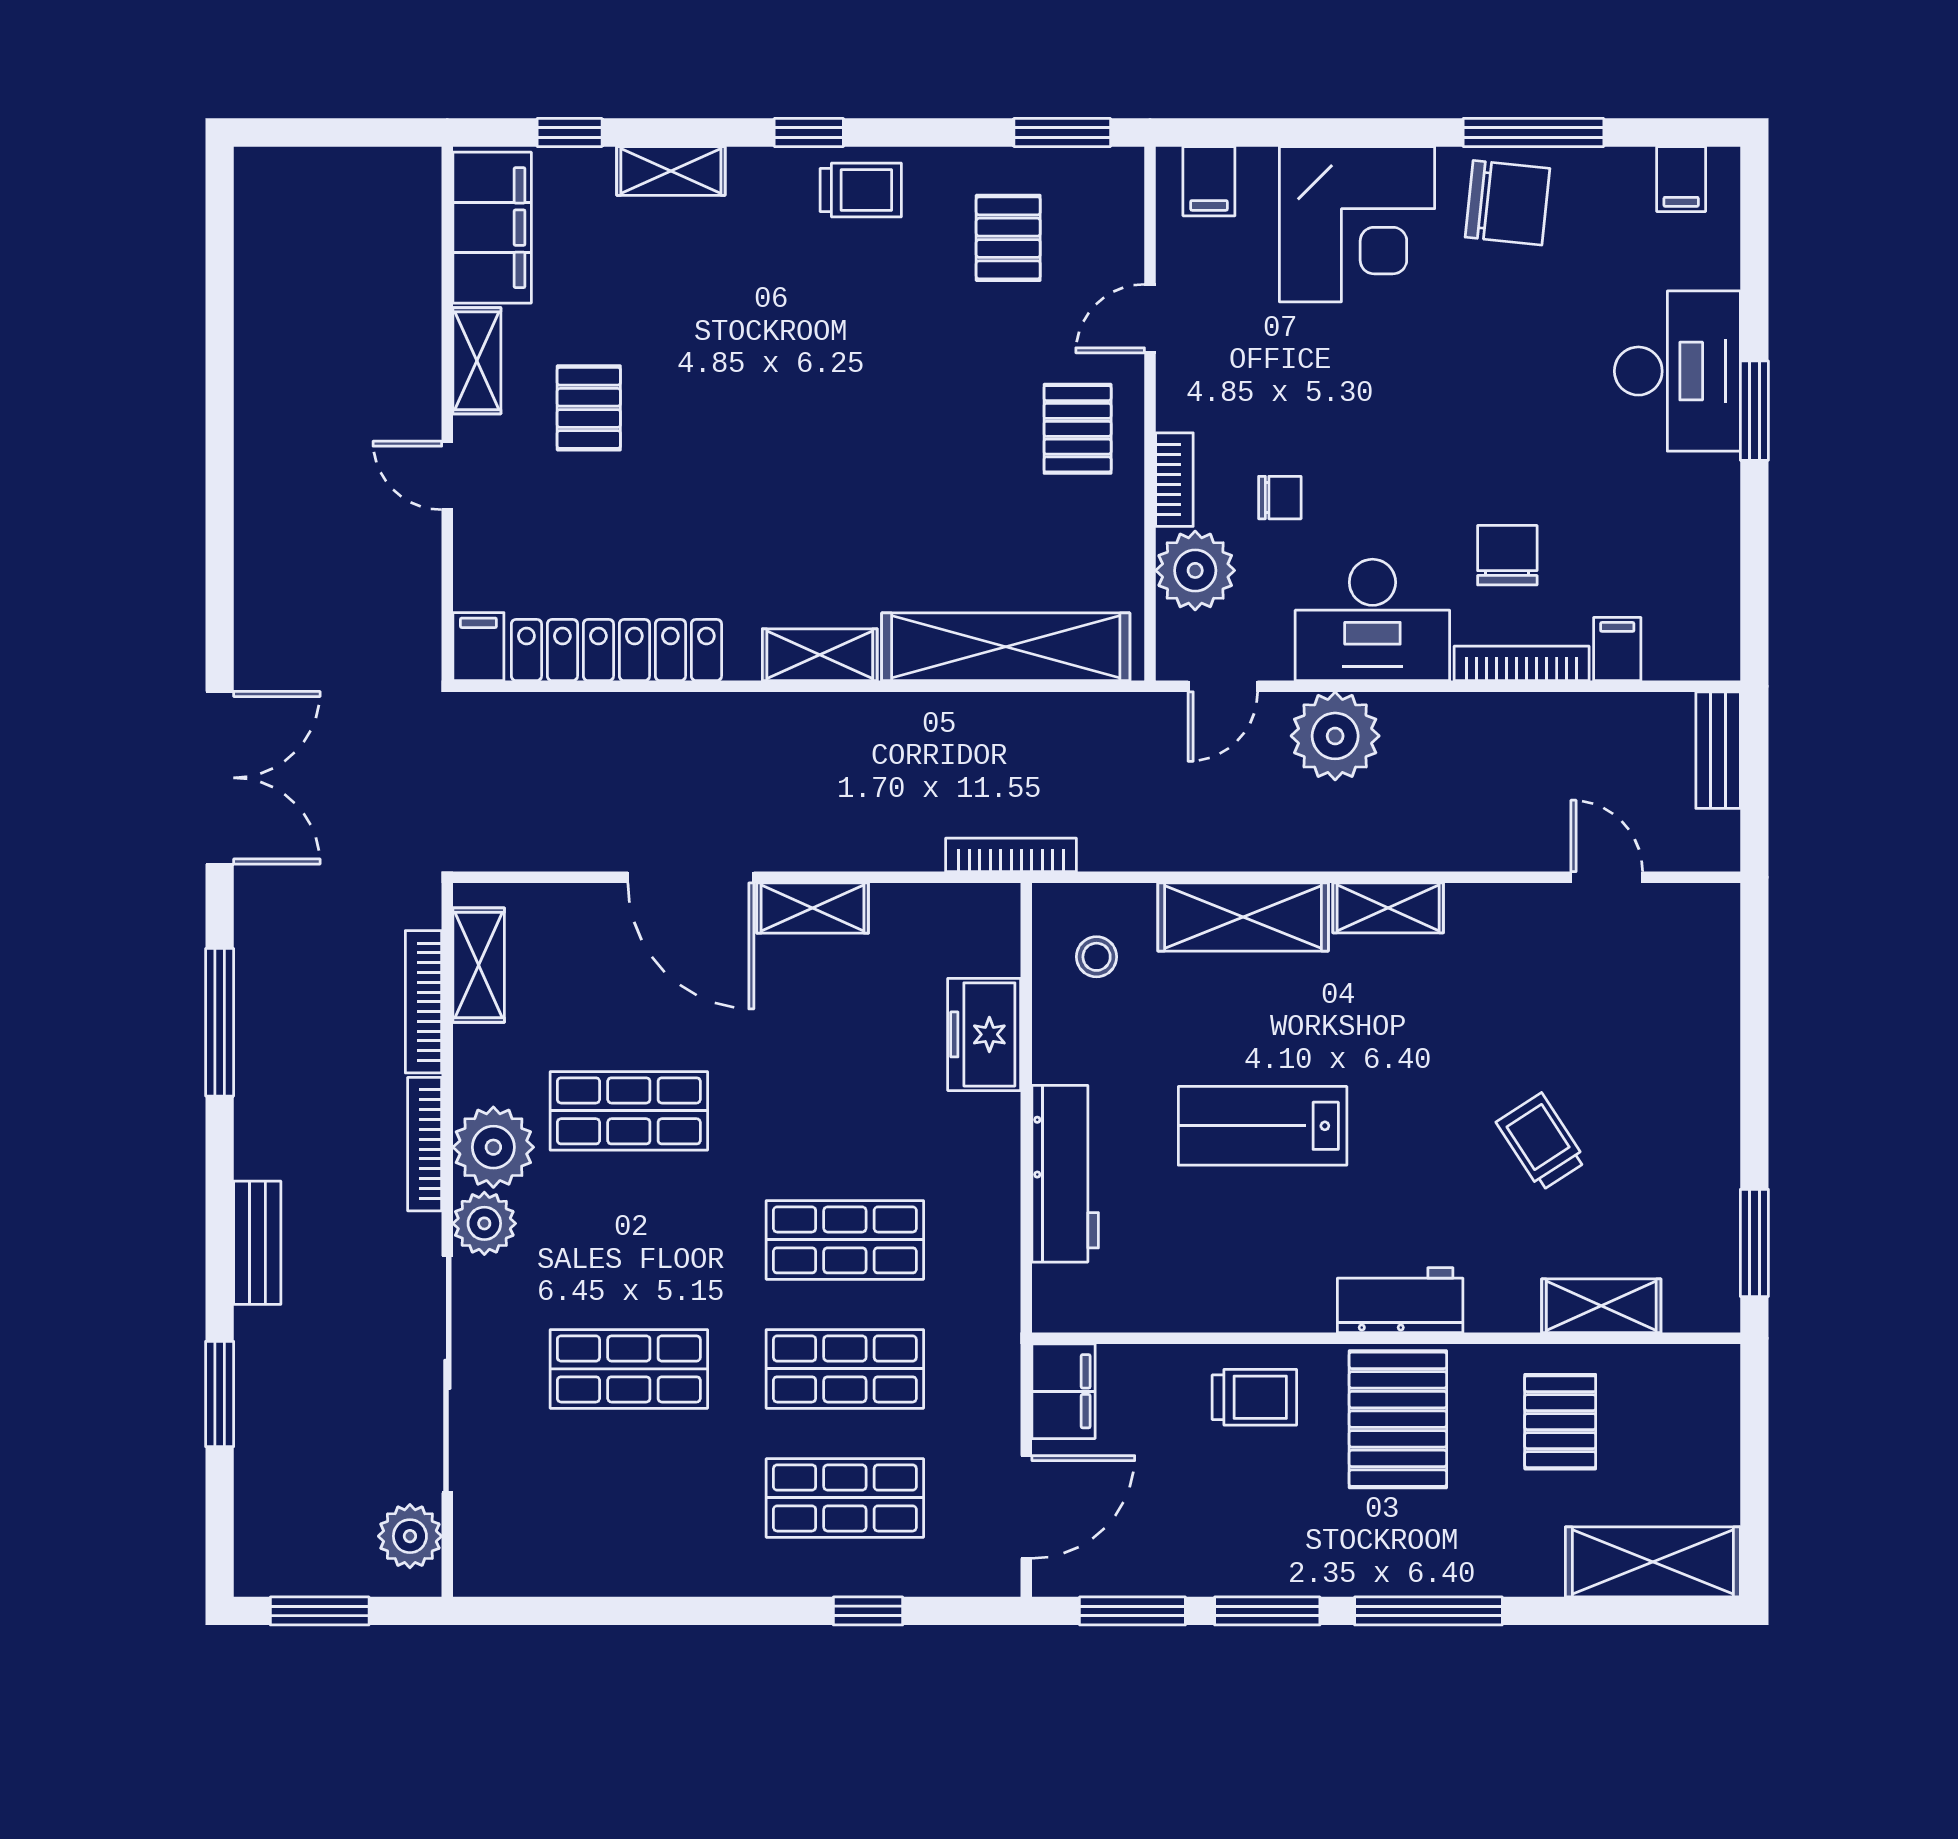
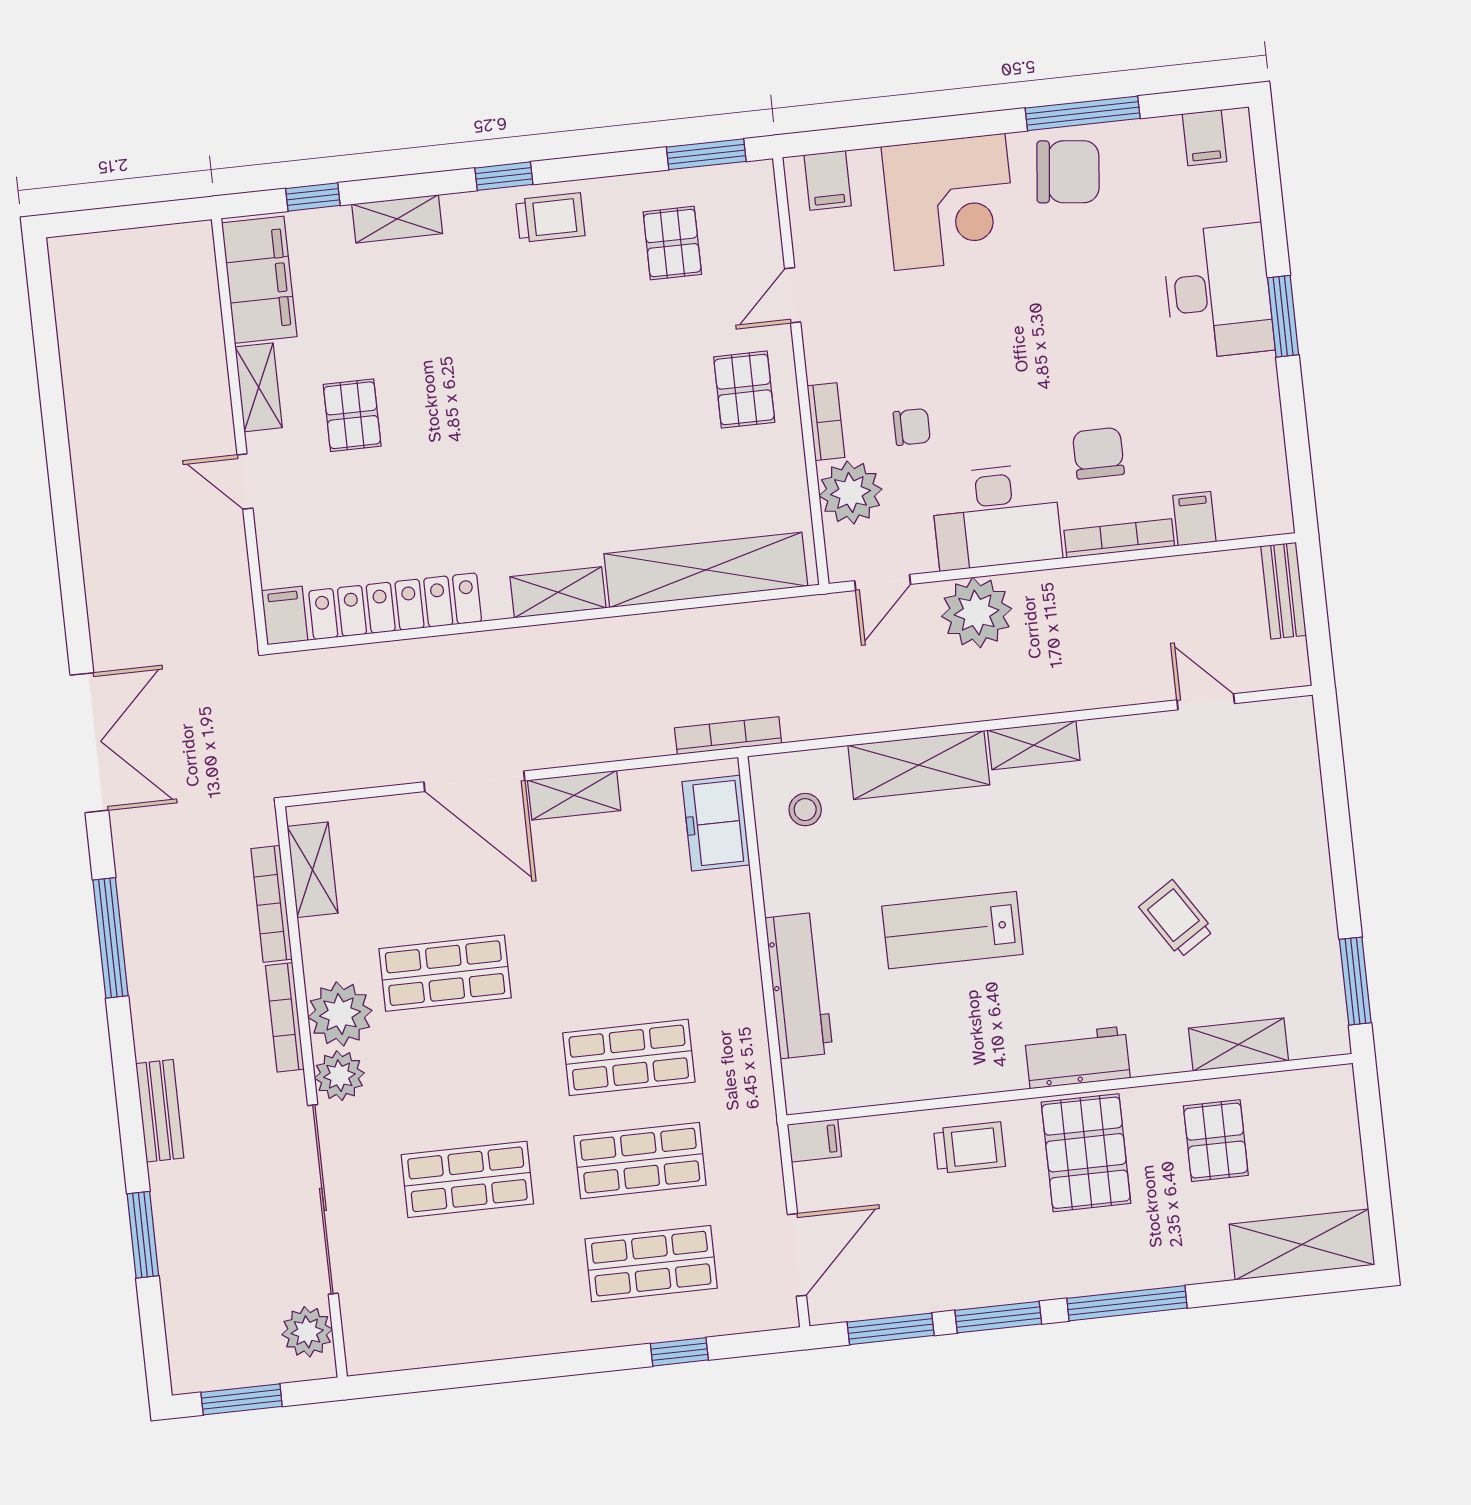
freezer: (984, 1034) -> (716, 823), moved
filing cabinet: (1064, 1391) -> (814, 1140), width x0.50

